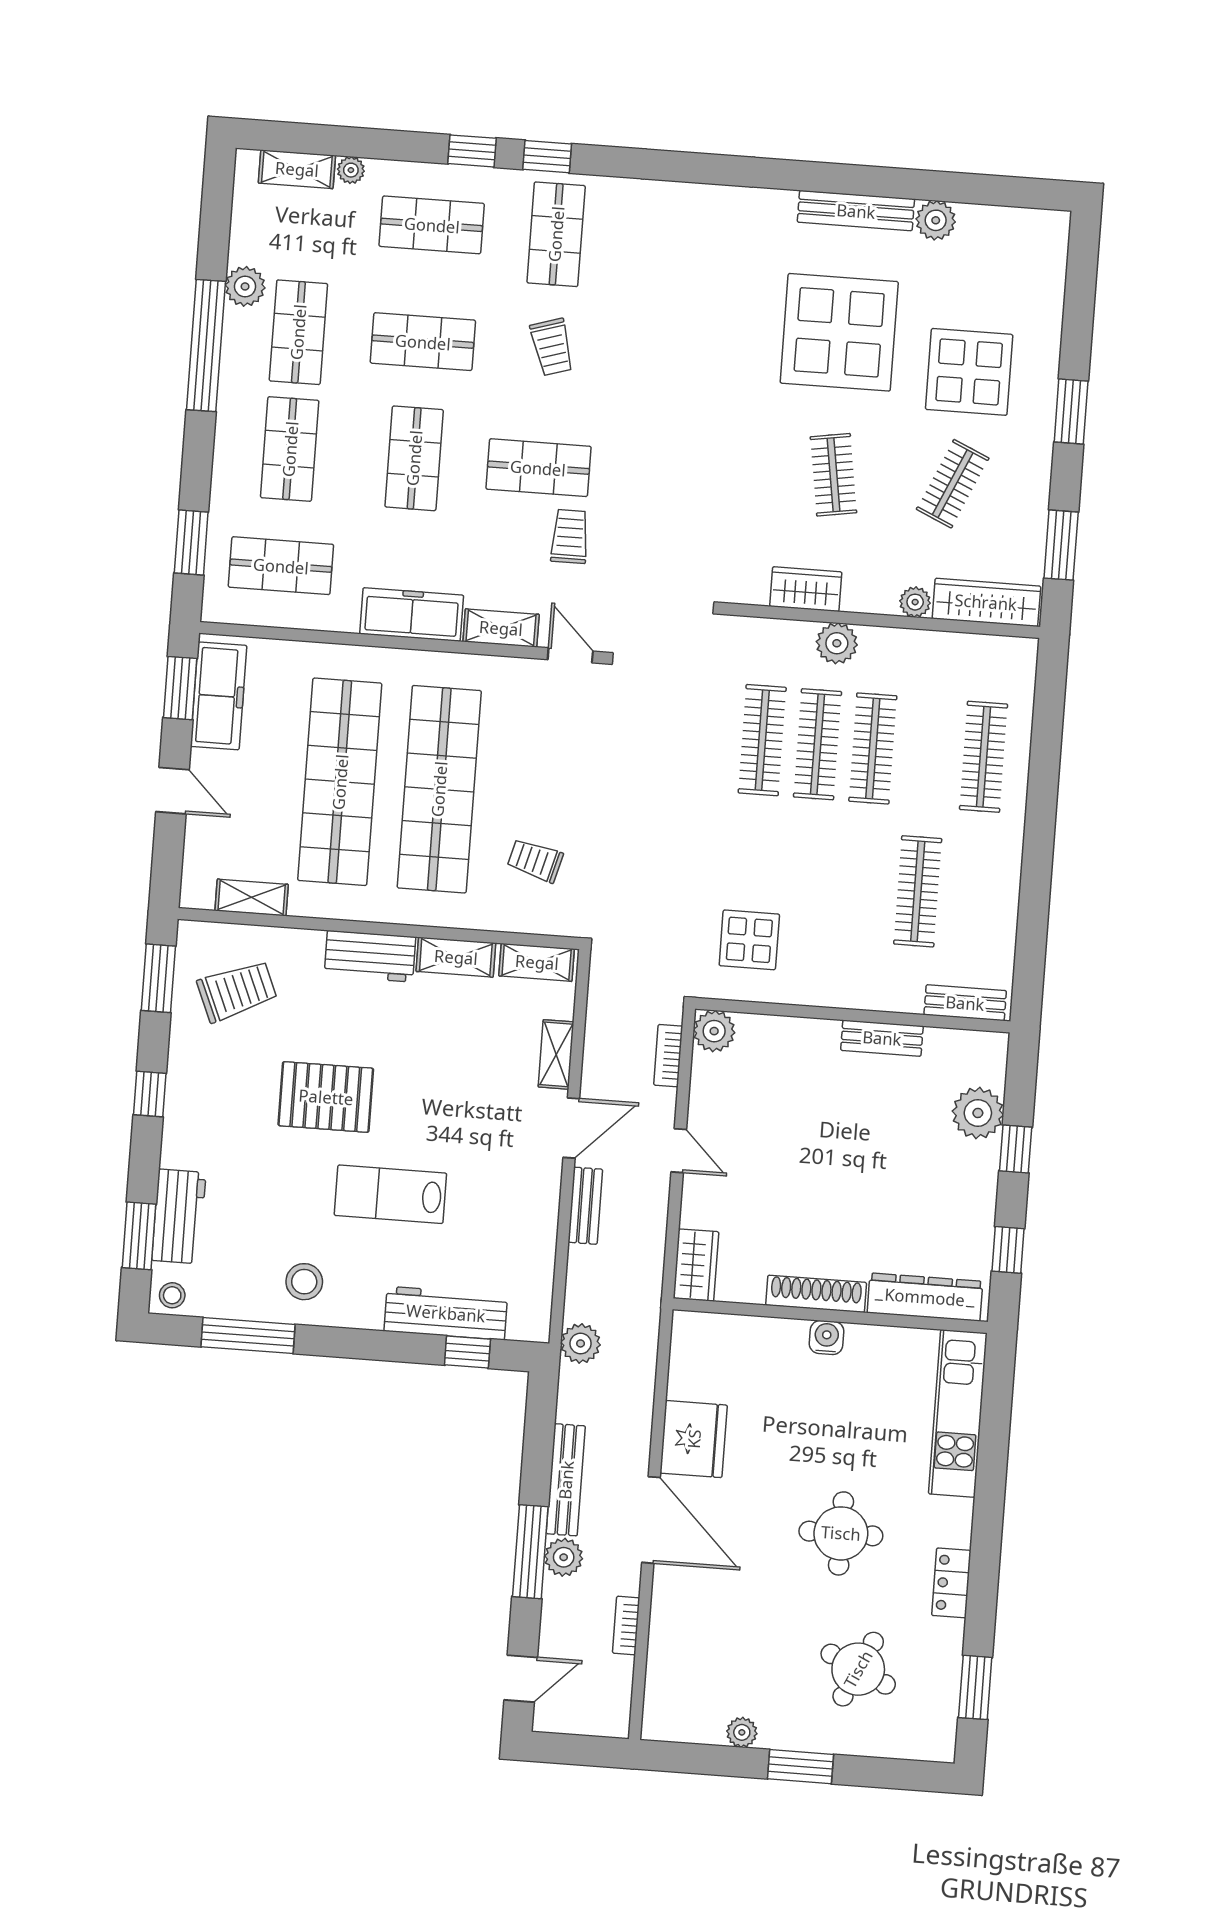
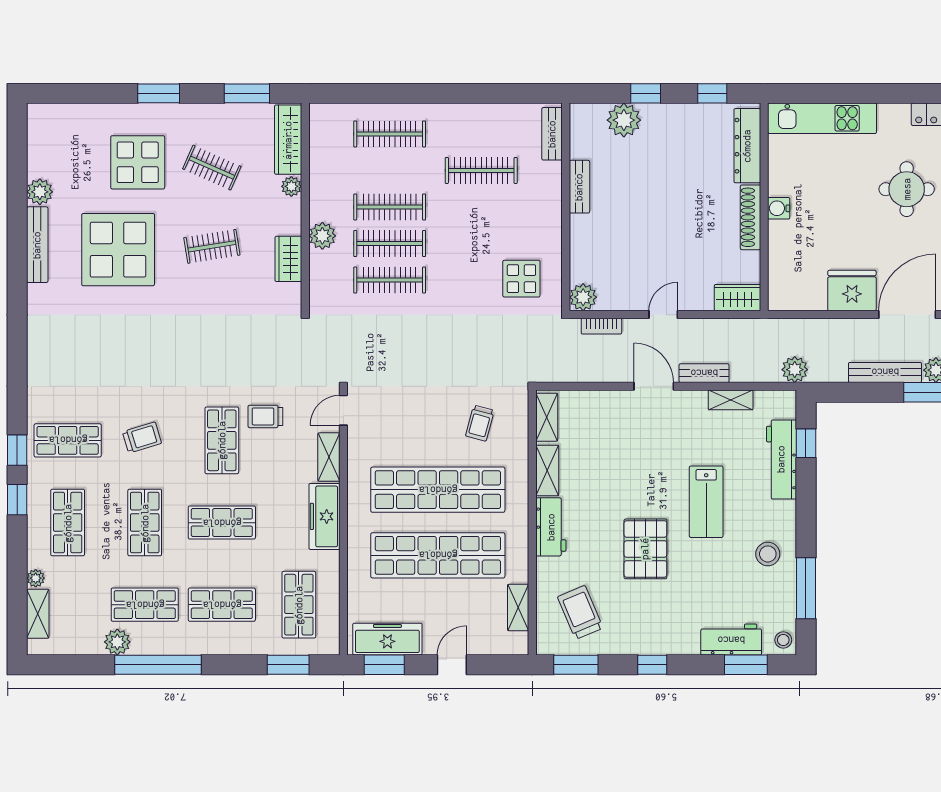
shelving: (556, 1054) -> (731, 400), moved

